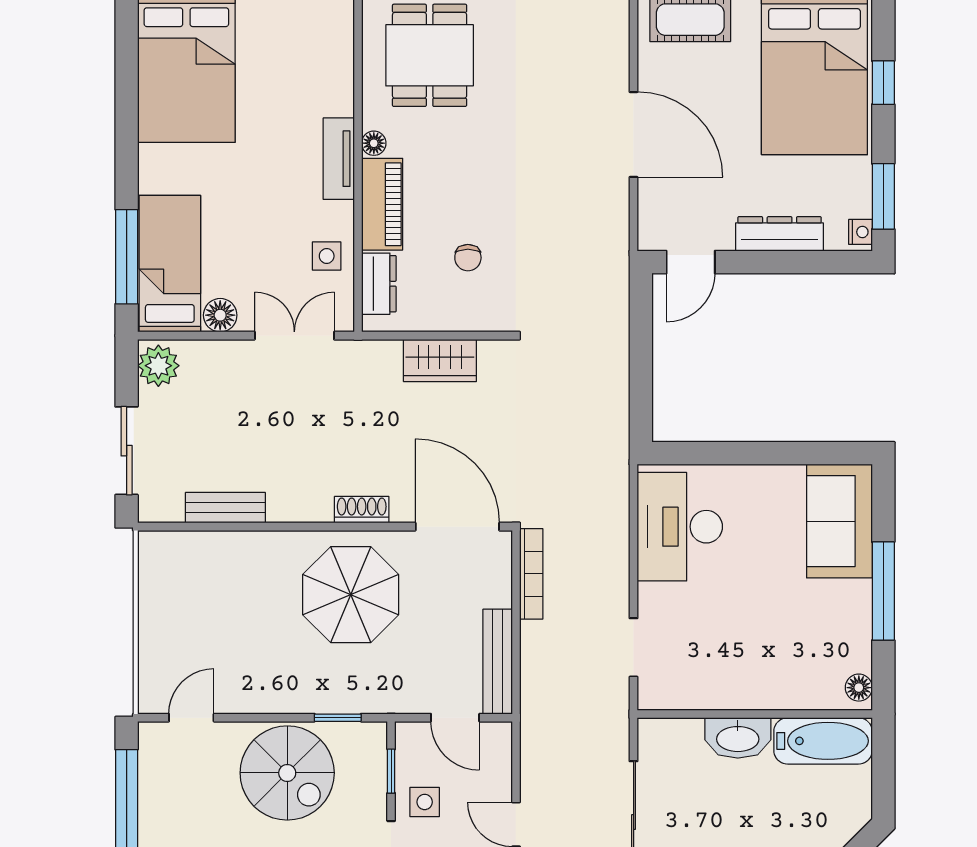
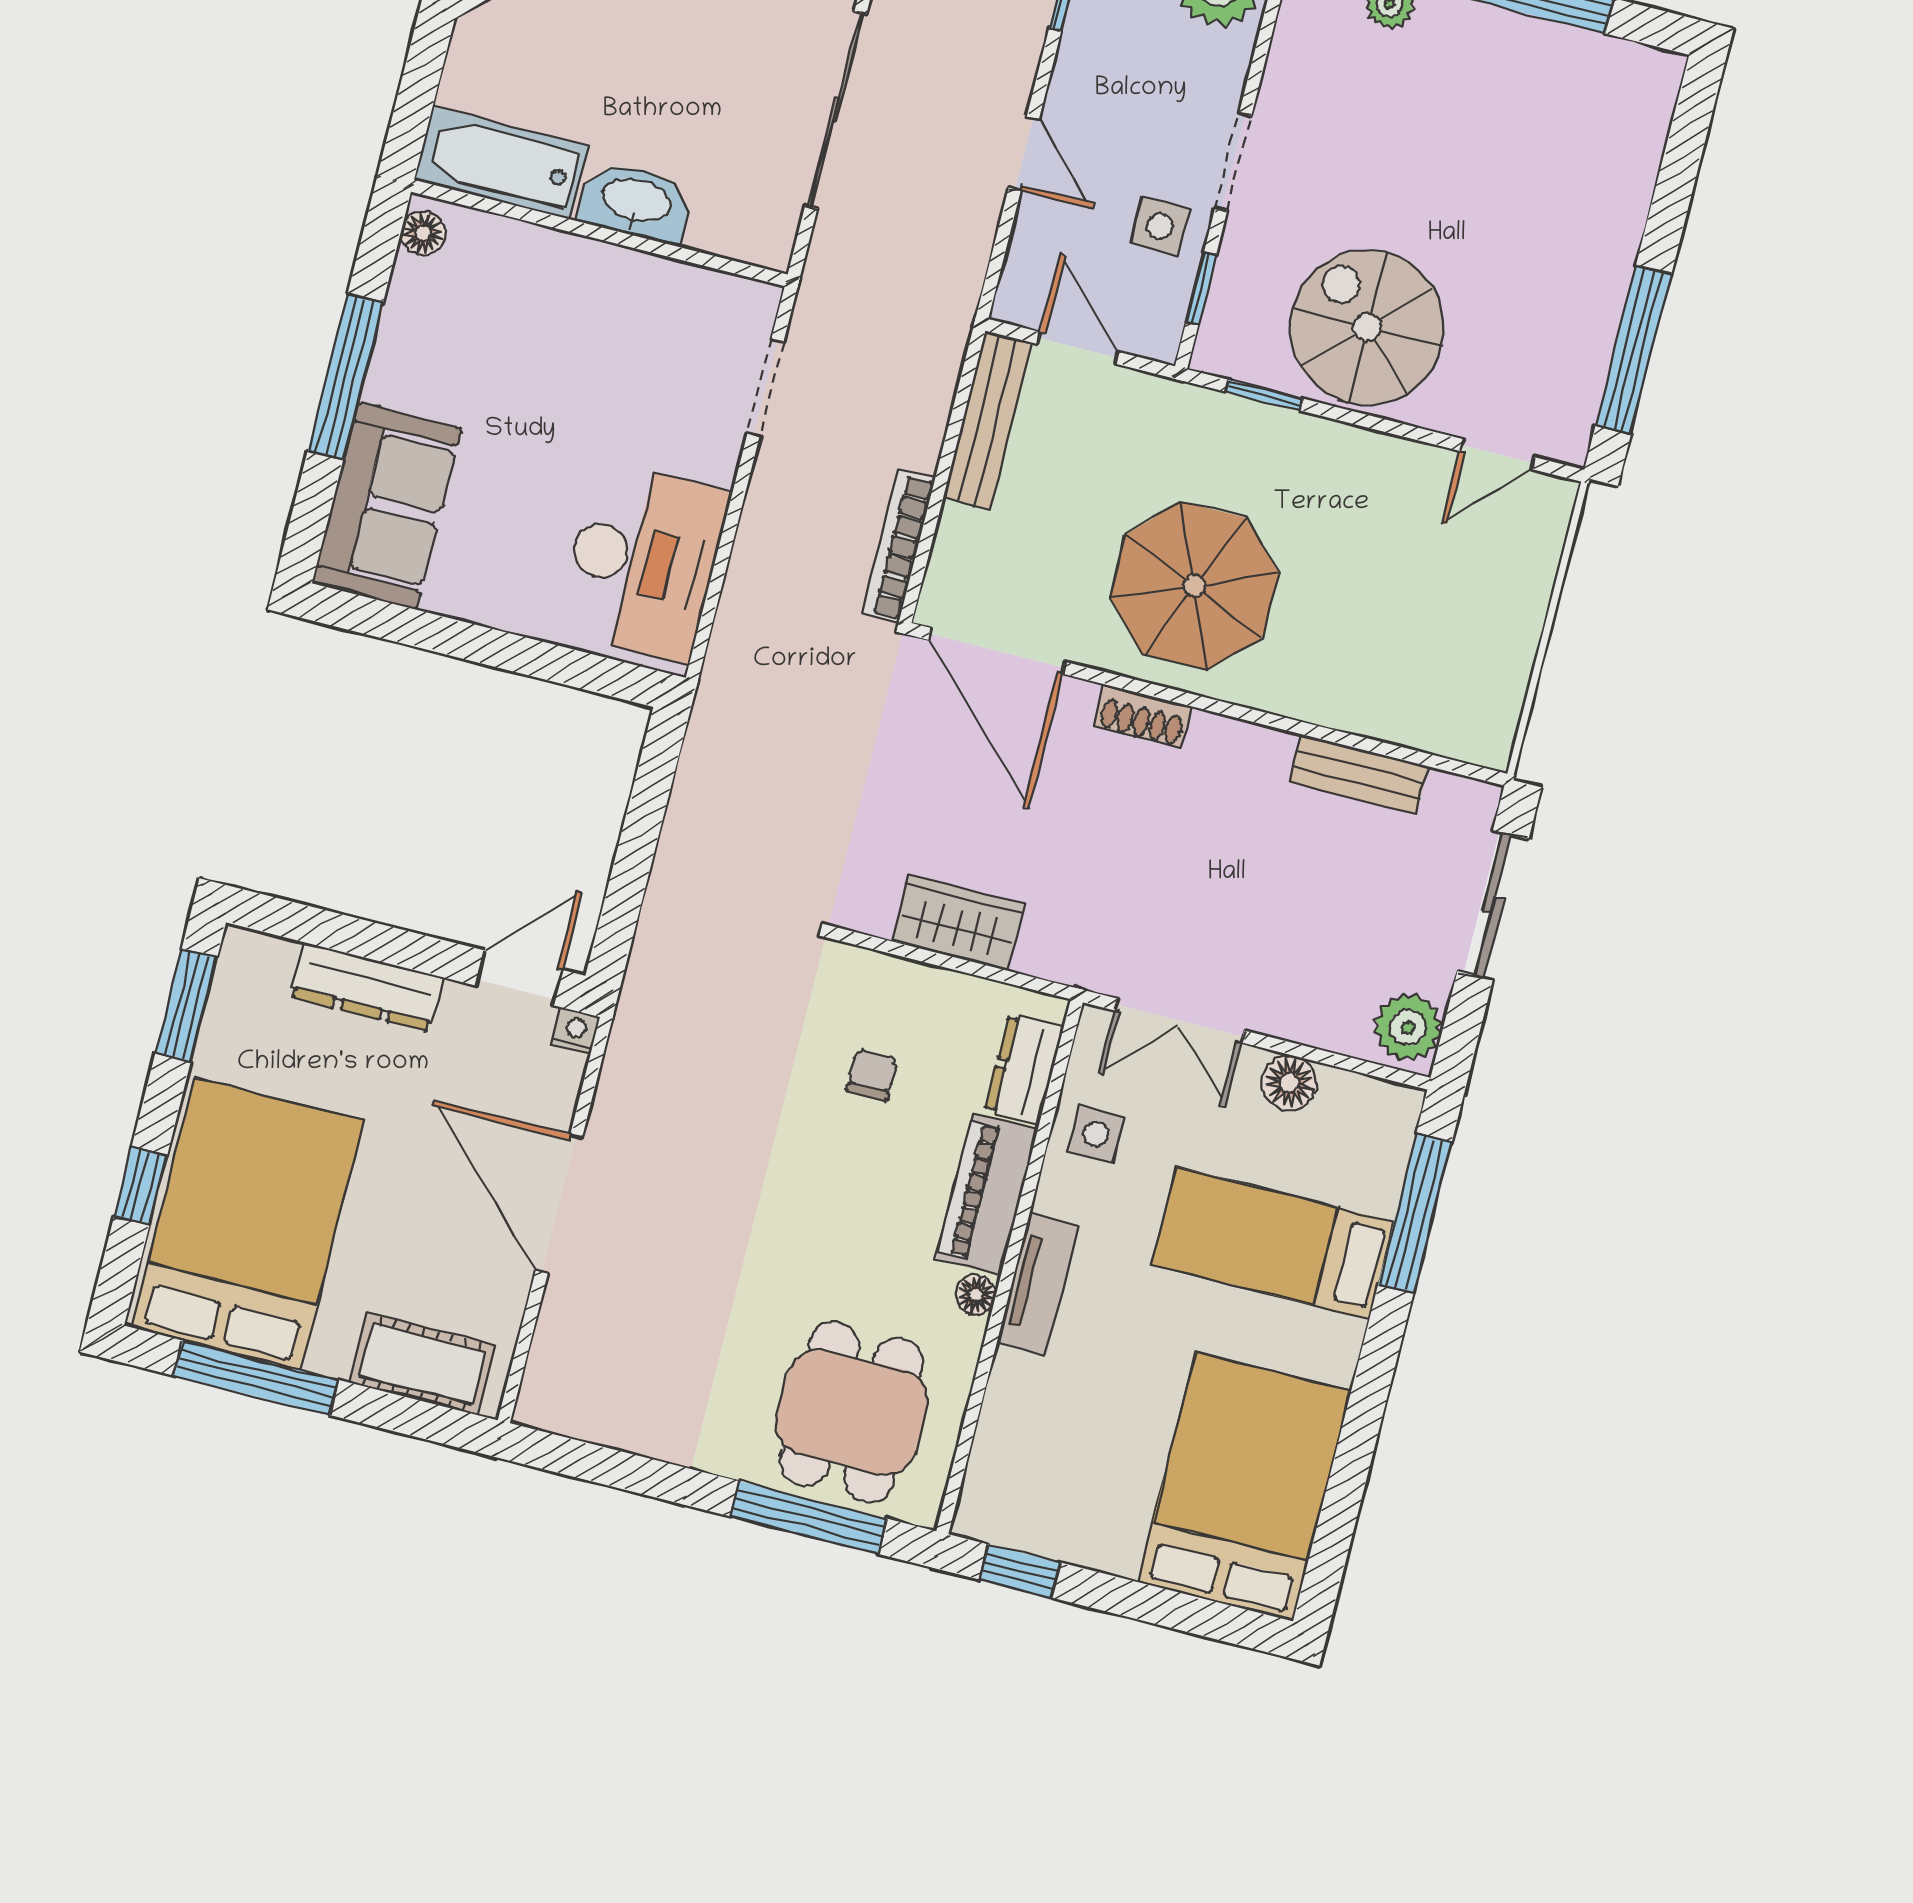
nightstand: (861, 232) -> (575, 1031), moved, turned 90
bed: (170, 264) -> (1273, 1243), moved, turned 90

